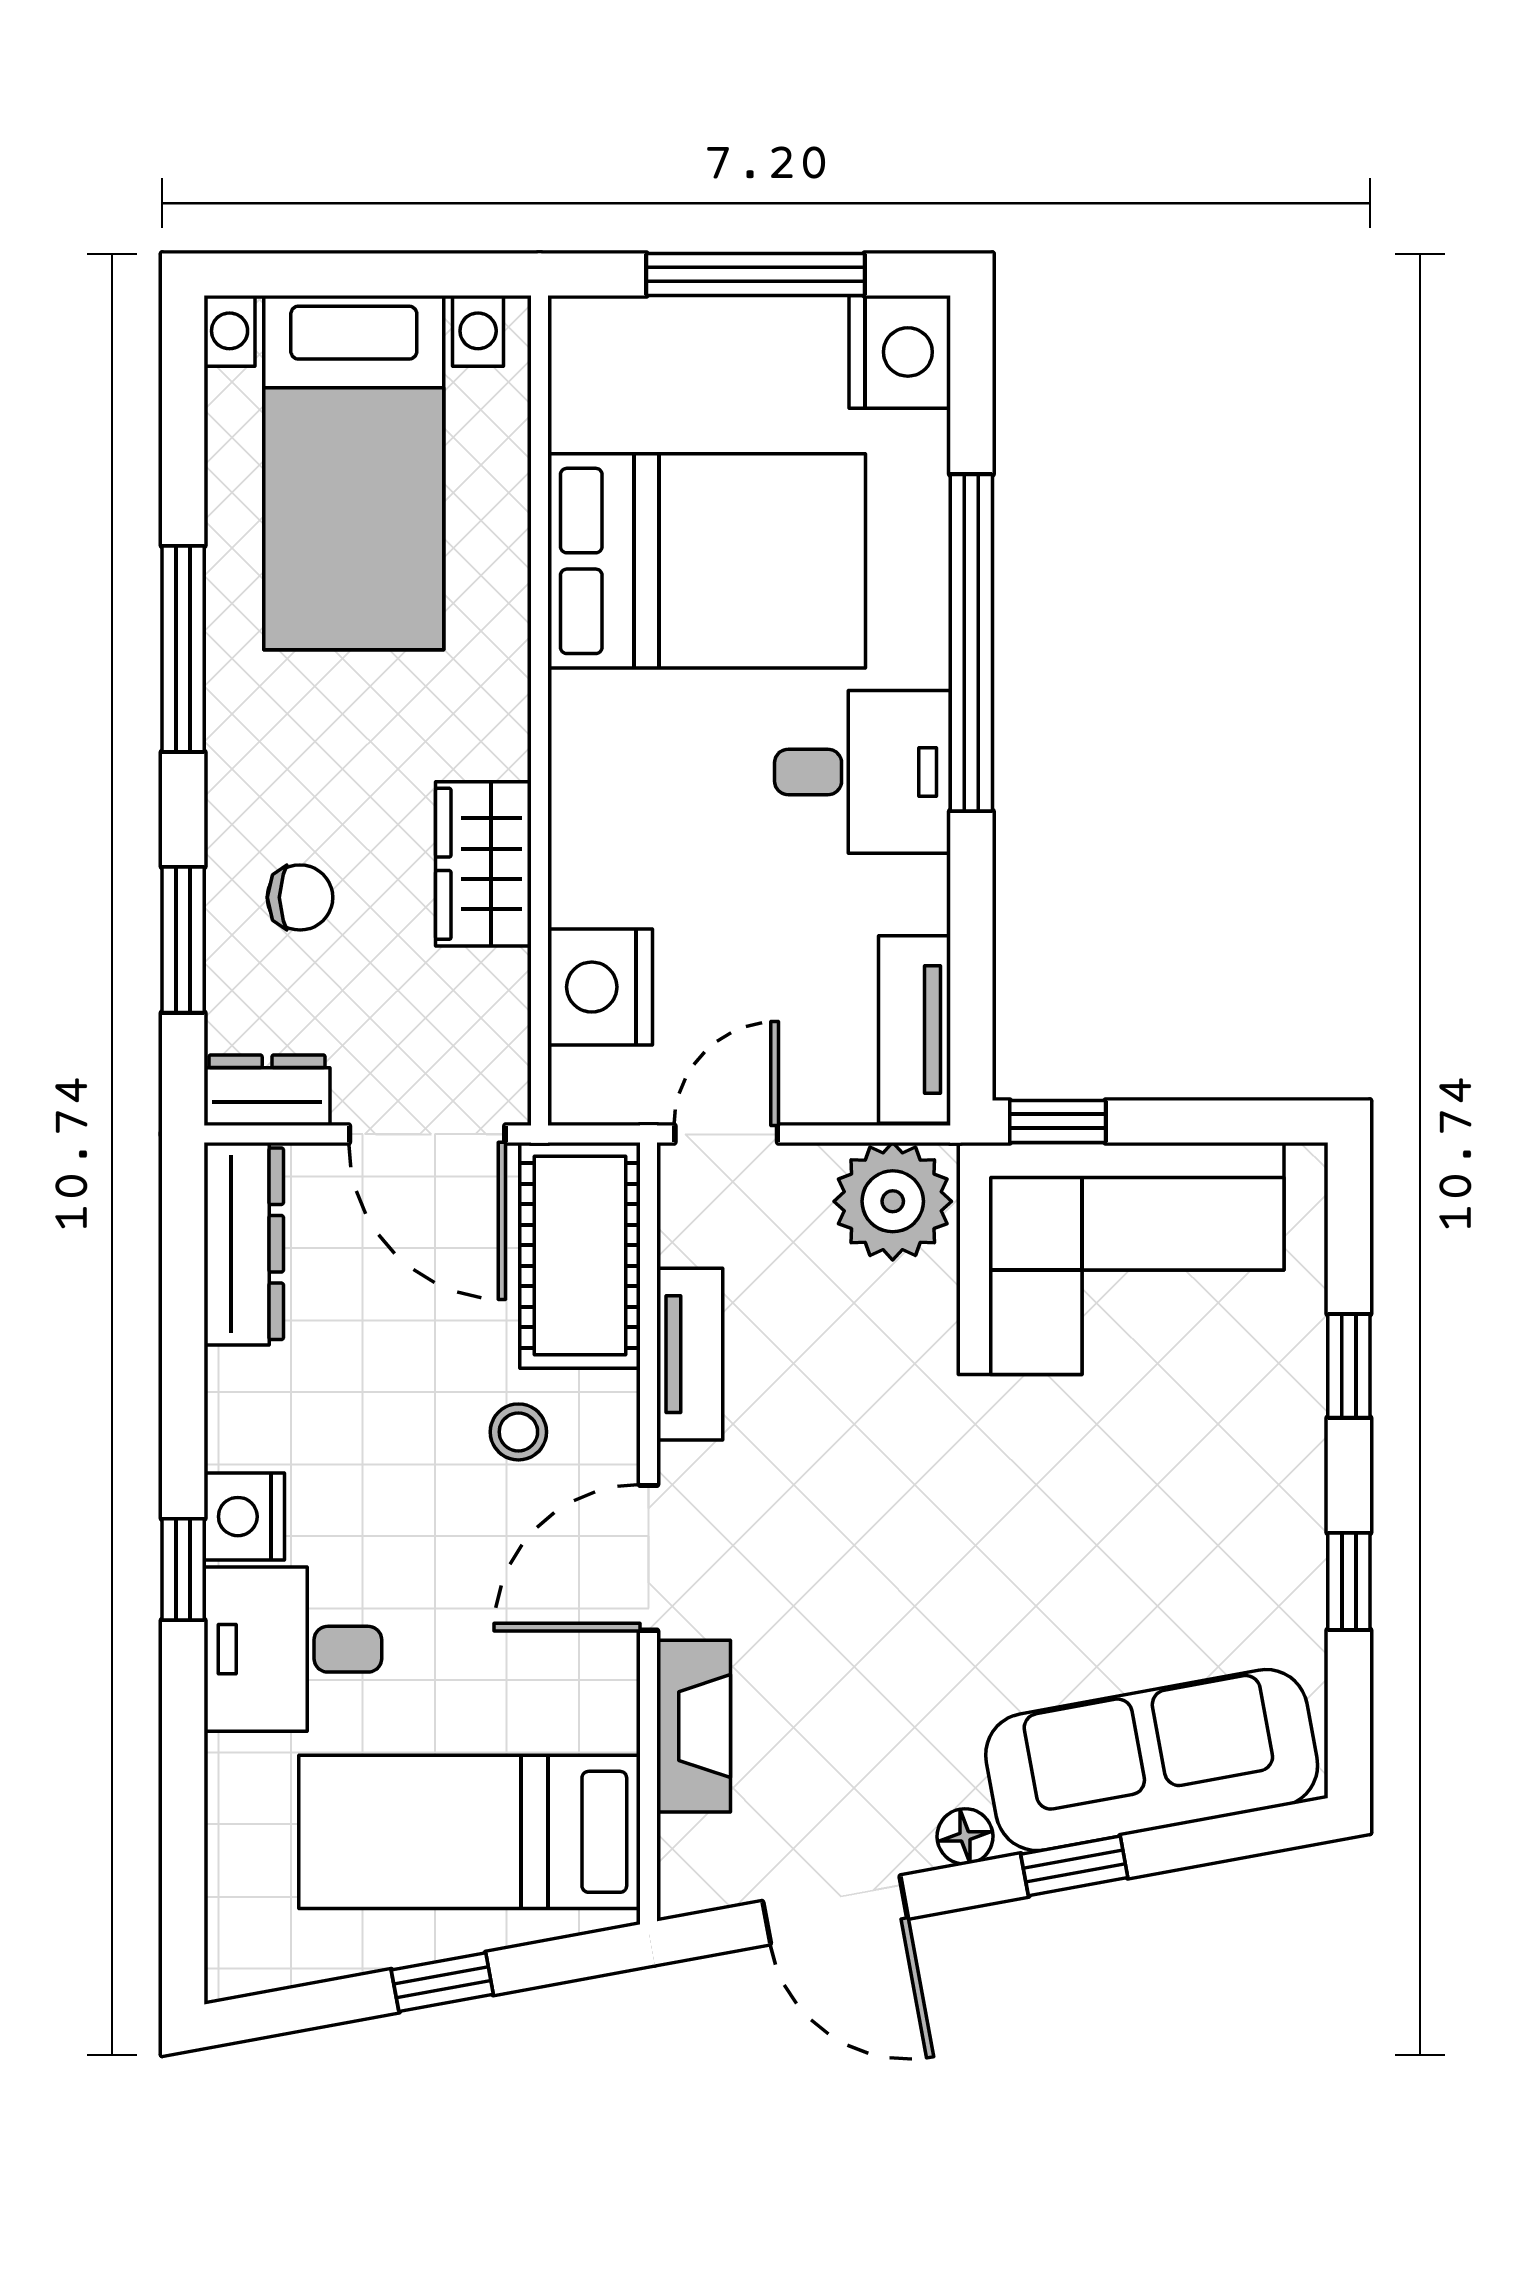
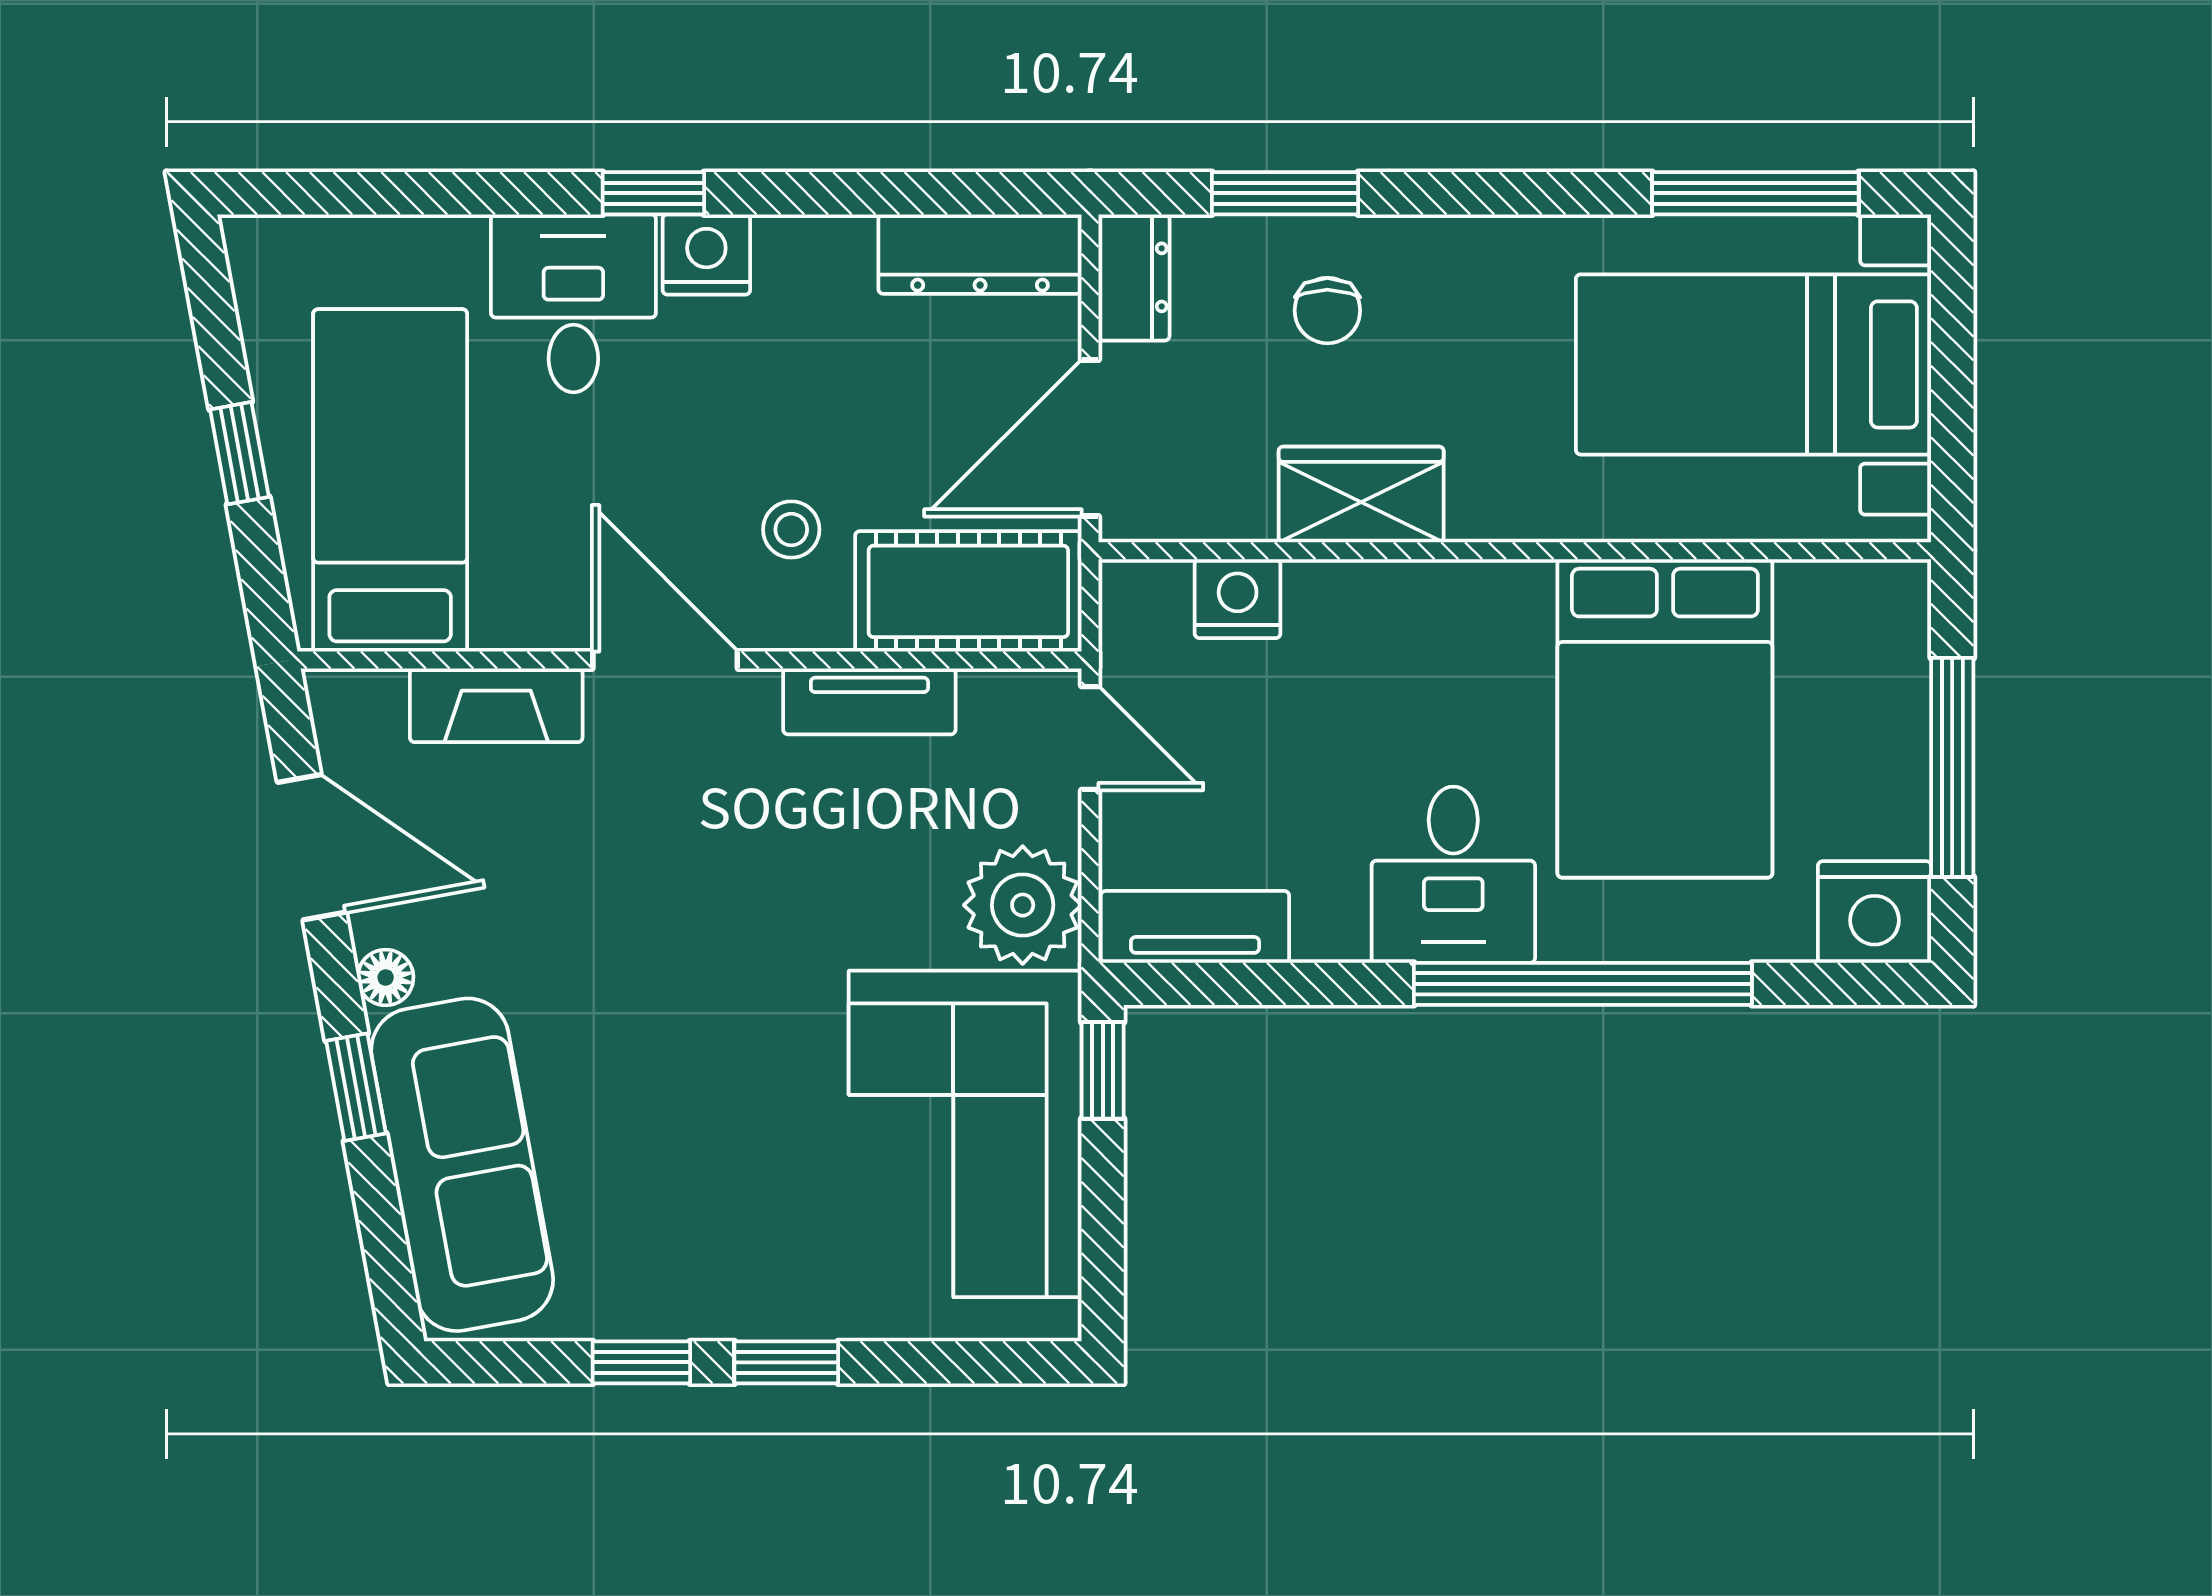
window: (183, 649) -> (1755, 193), moved
nightstand: (600, 987) -> (1238, 599), width x0.74, depth x0.75
window: (1349, 1366) -> (786, 1362), moved
door: (835, 1910) -> (312, 847), swing flipped

